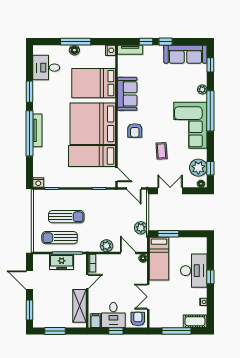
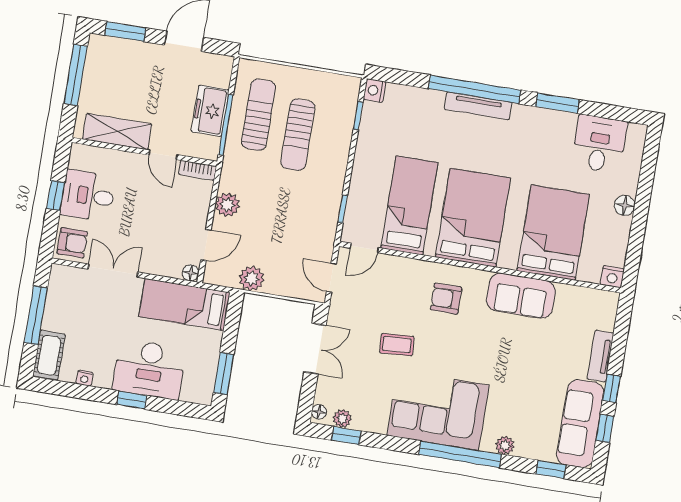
window: (76, 42) -> (641, 211), removed
window: (146, 42) -> (605, 428), moved
tv unit: (130, 50) -> (600, 356), moved
bed: (93, 124) -> (473, 218), width x0.73
plant: (198, 168) -> (342, 419), width x0.53, depth x0.53
door: (134, 189) -> (331, 278), hinge flipped
window: (168, 234) -> (224, 374), moved
filing cabinet: (96, 321) -> (83, 159), removed
window: (55, 331) -> (76, 75), width x1.44

